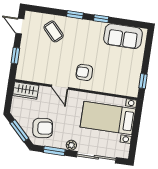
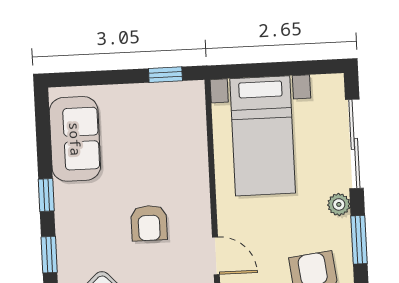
armchair: (84, 72) -> (149, 223), moved
door: (60, 87) -> (216, 256), hinge flipped

